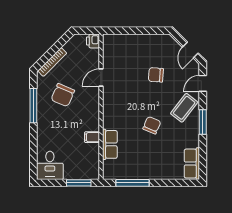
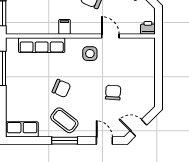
side table: (118, 97) -> (90, 54), added
coffee table: (184, 108) -> (64, 120), moved
filing cabinet: (92, 137) -> (64, 27), moved
row of seats: (110, 144) -> (42, 45), width x1.48

